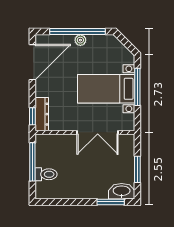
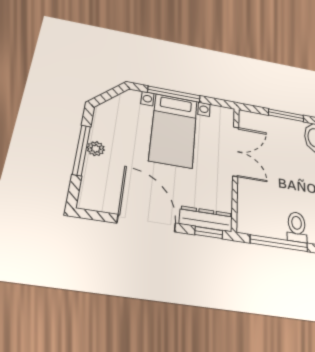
window: (77, 32) -> (82, 150), width x0.68
door: (32, 62) -> (146, 223), moved

